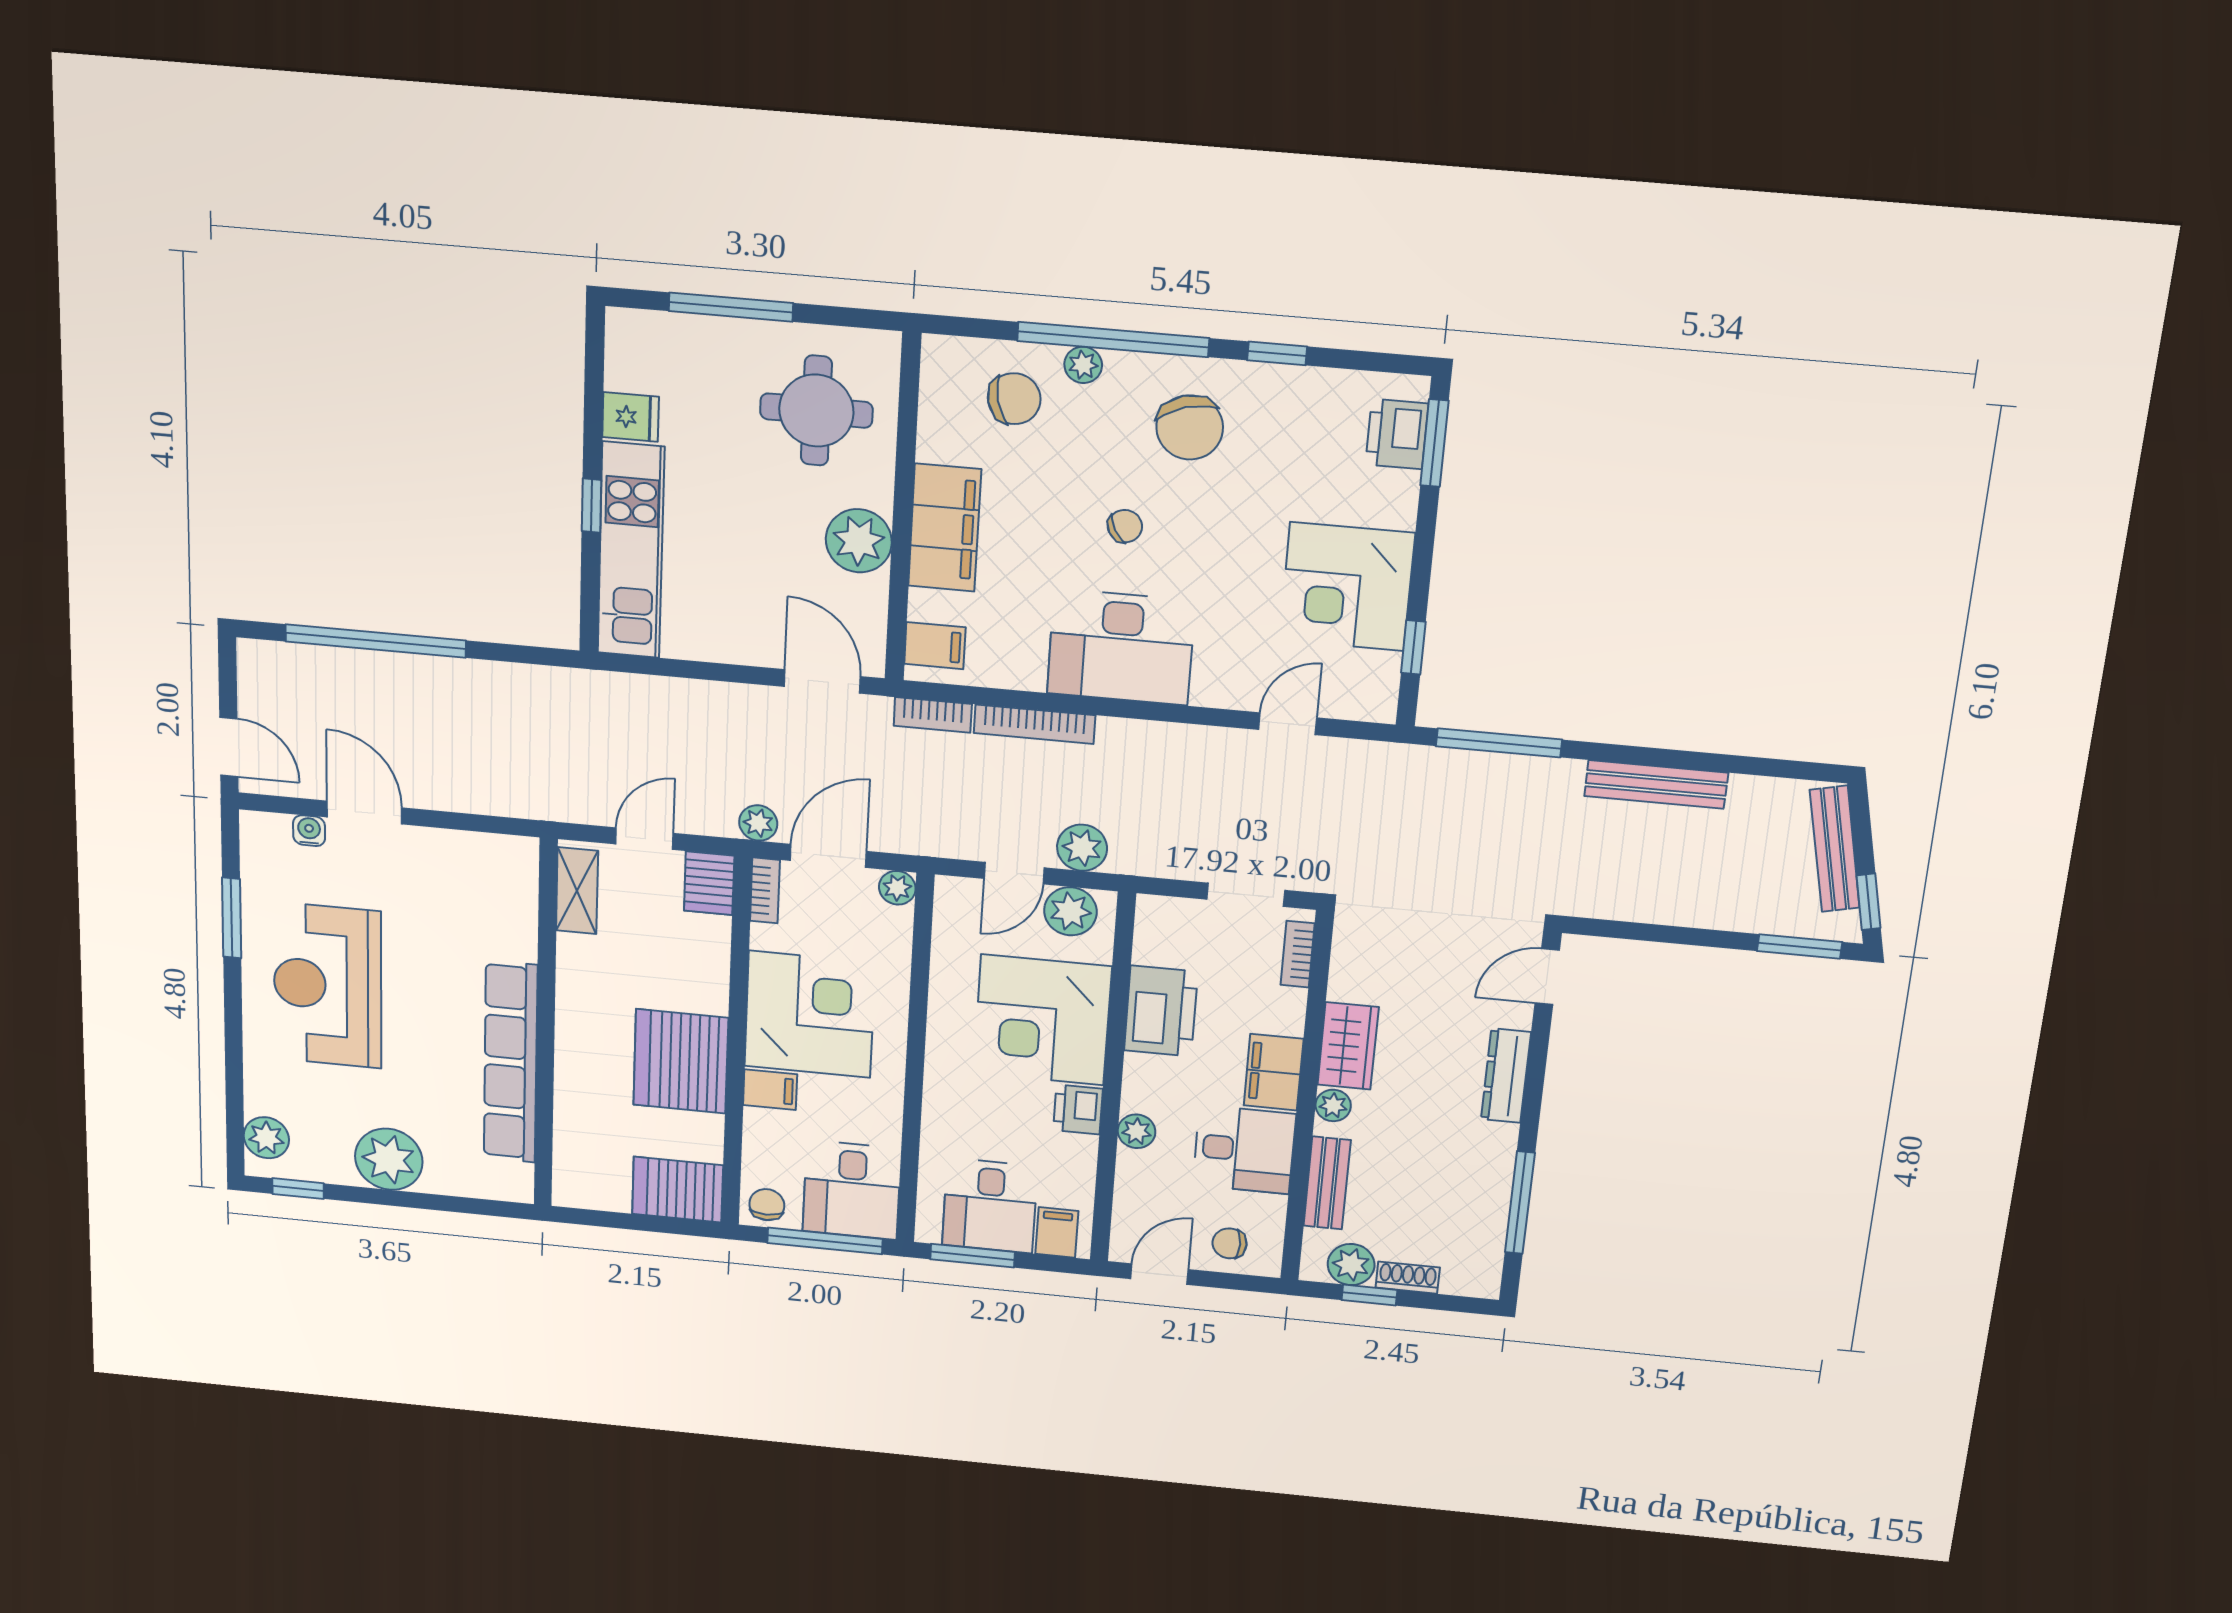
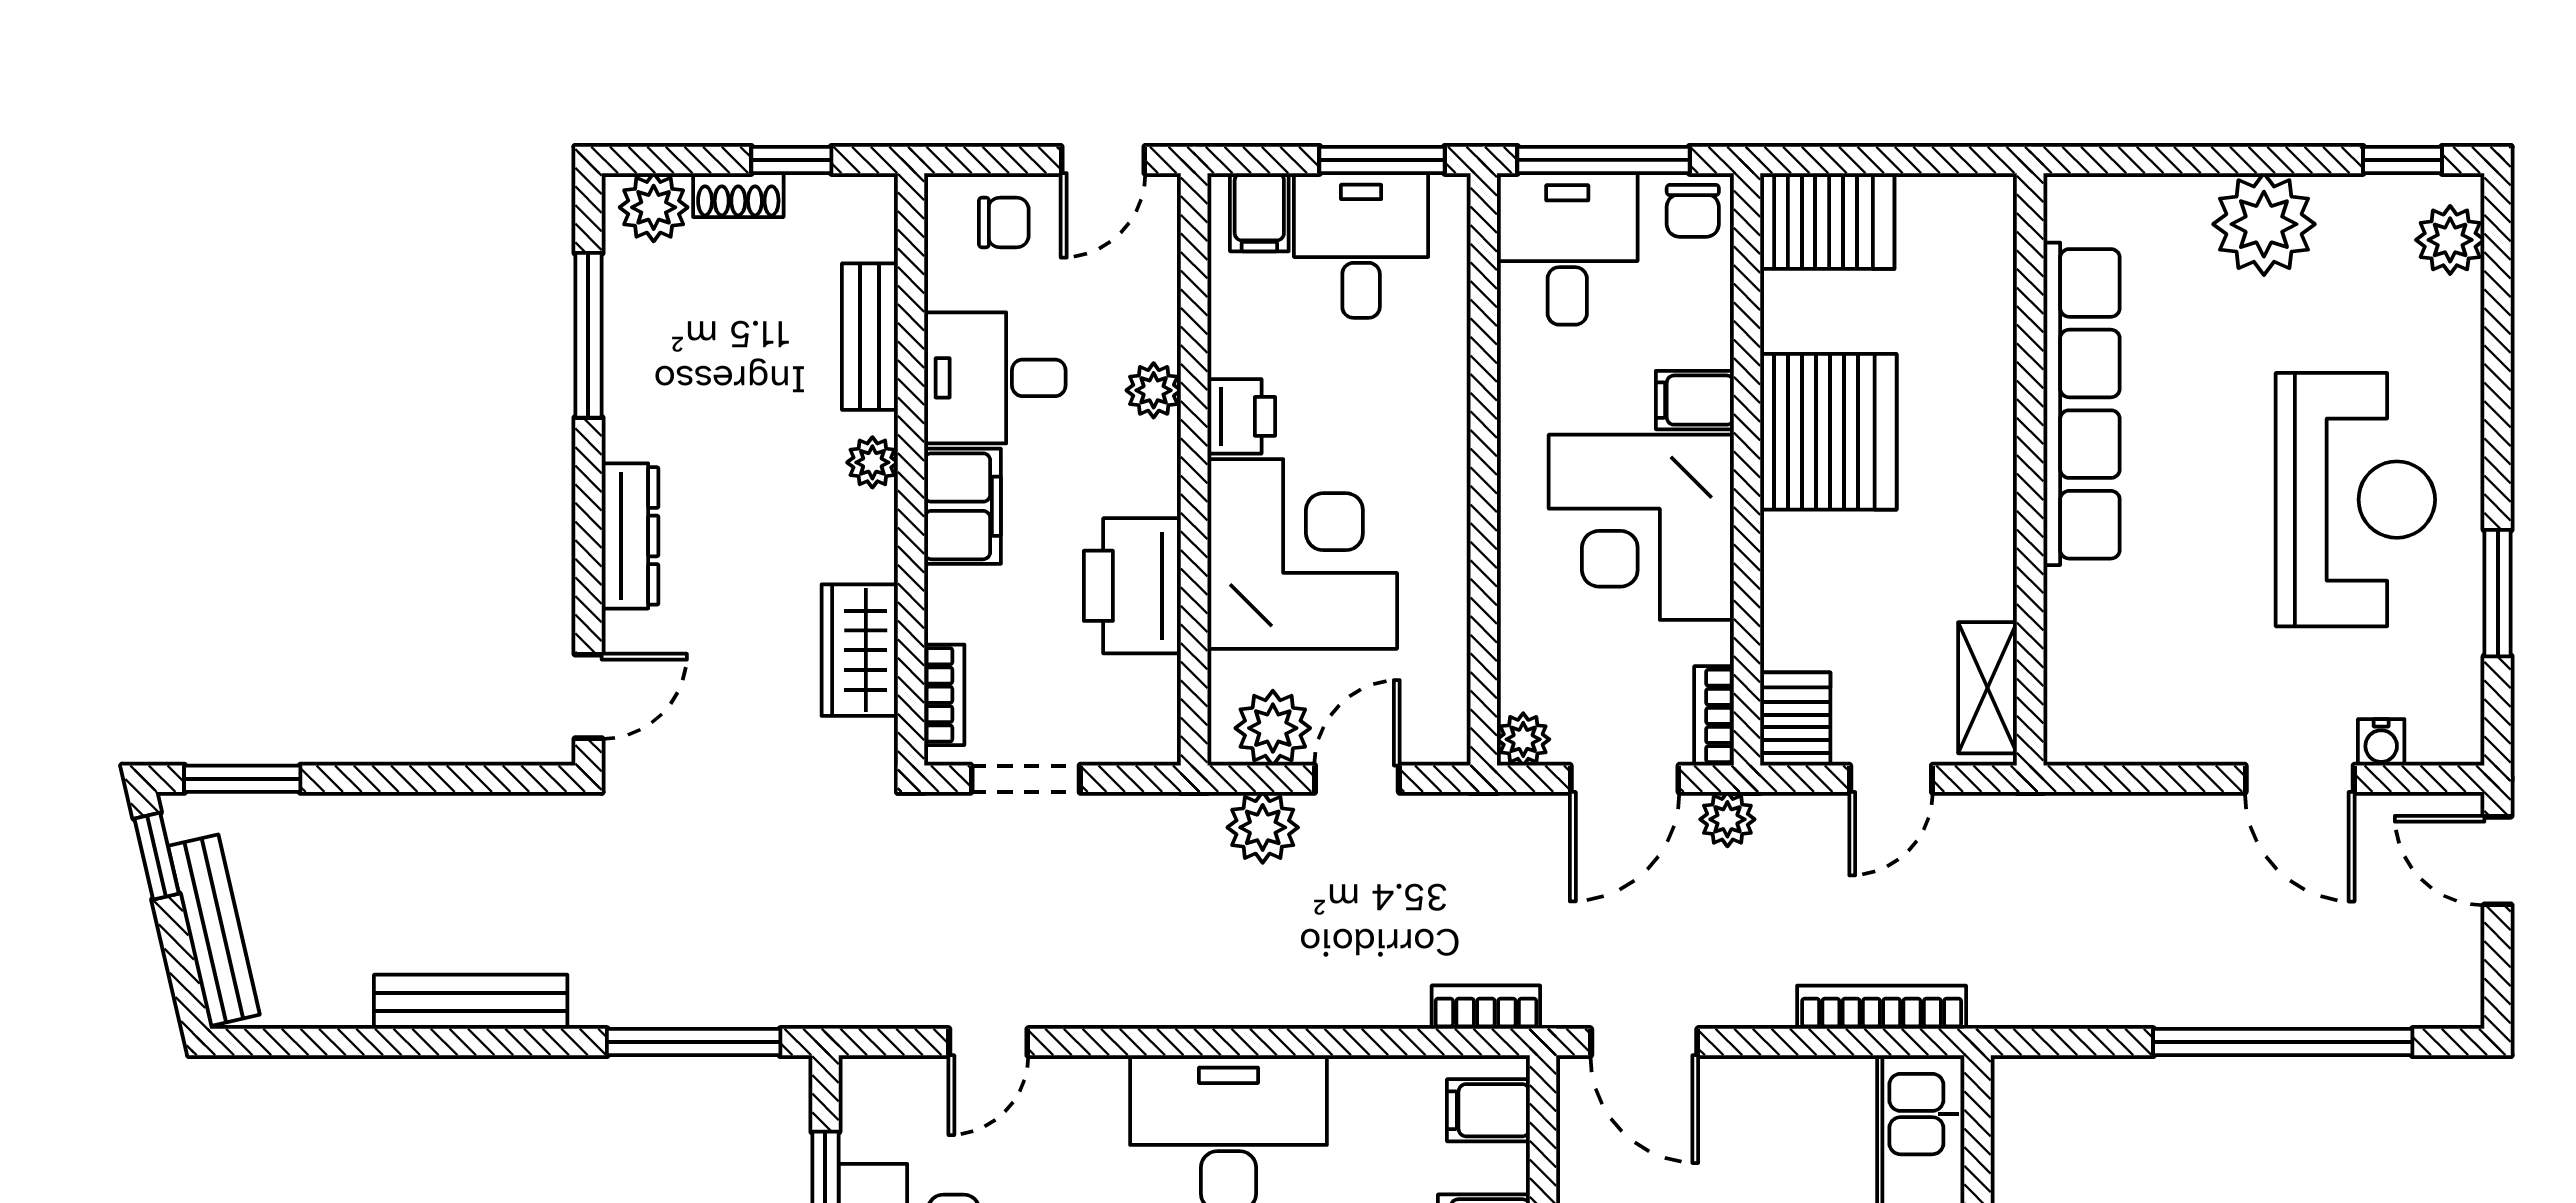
bookcase: (1034, 724) -> (1882, 1007), moved
wardrobe: (1348, 1046) -> (860, 650), moved
plant: (1351, 1265) -> (654, 207), moved

